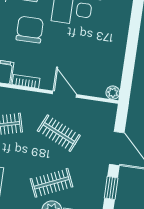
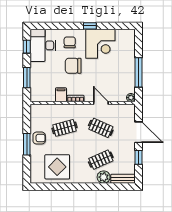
chair: (30, 30) -> (73, 66), turned -90
window: (130, 55) -> (139, 72), added

